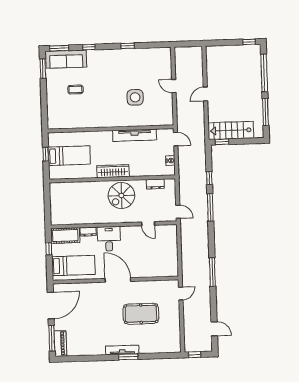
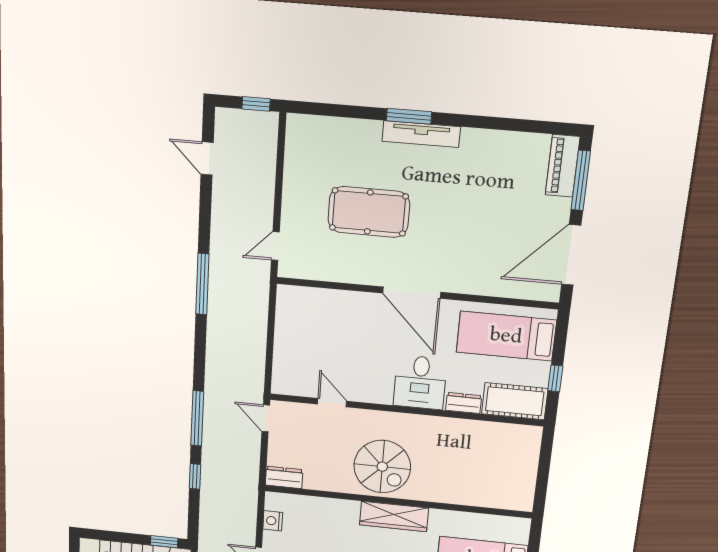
dresser: (155, 184) -> (284, 477), moved
spiral stairs: (121, 195) -> (382, 467), turned 90

